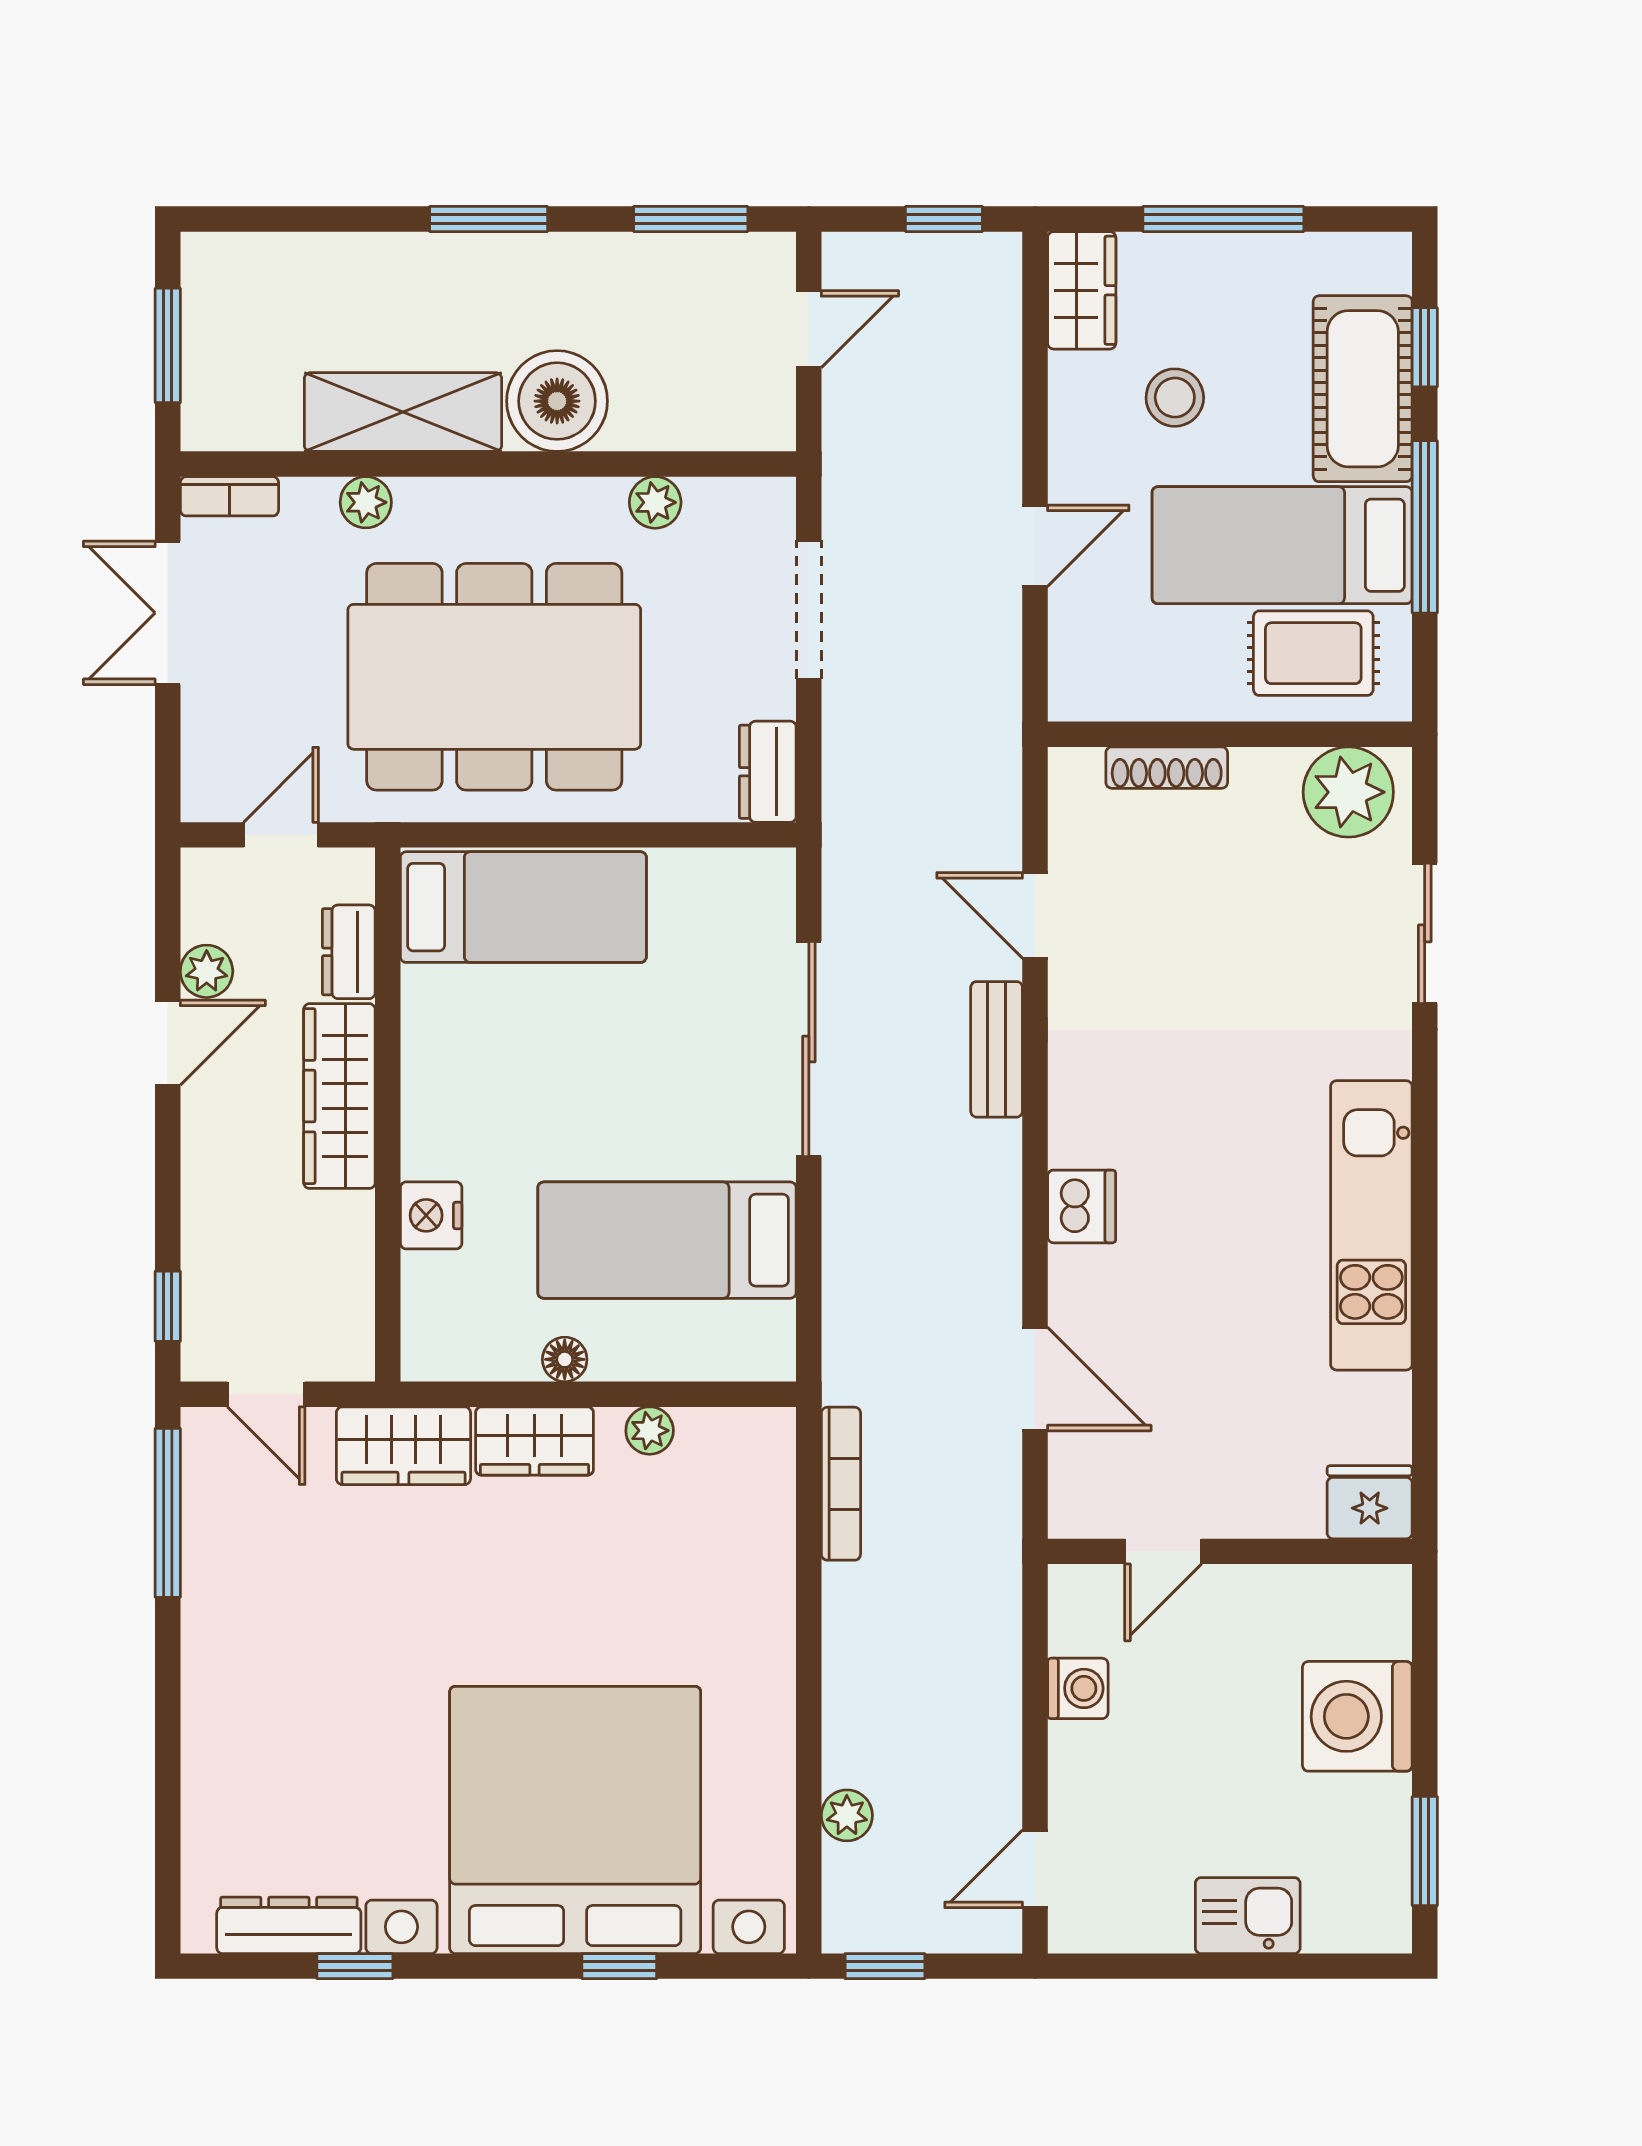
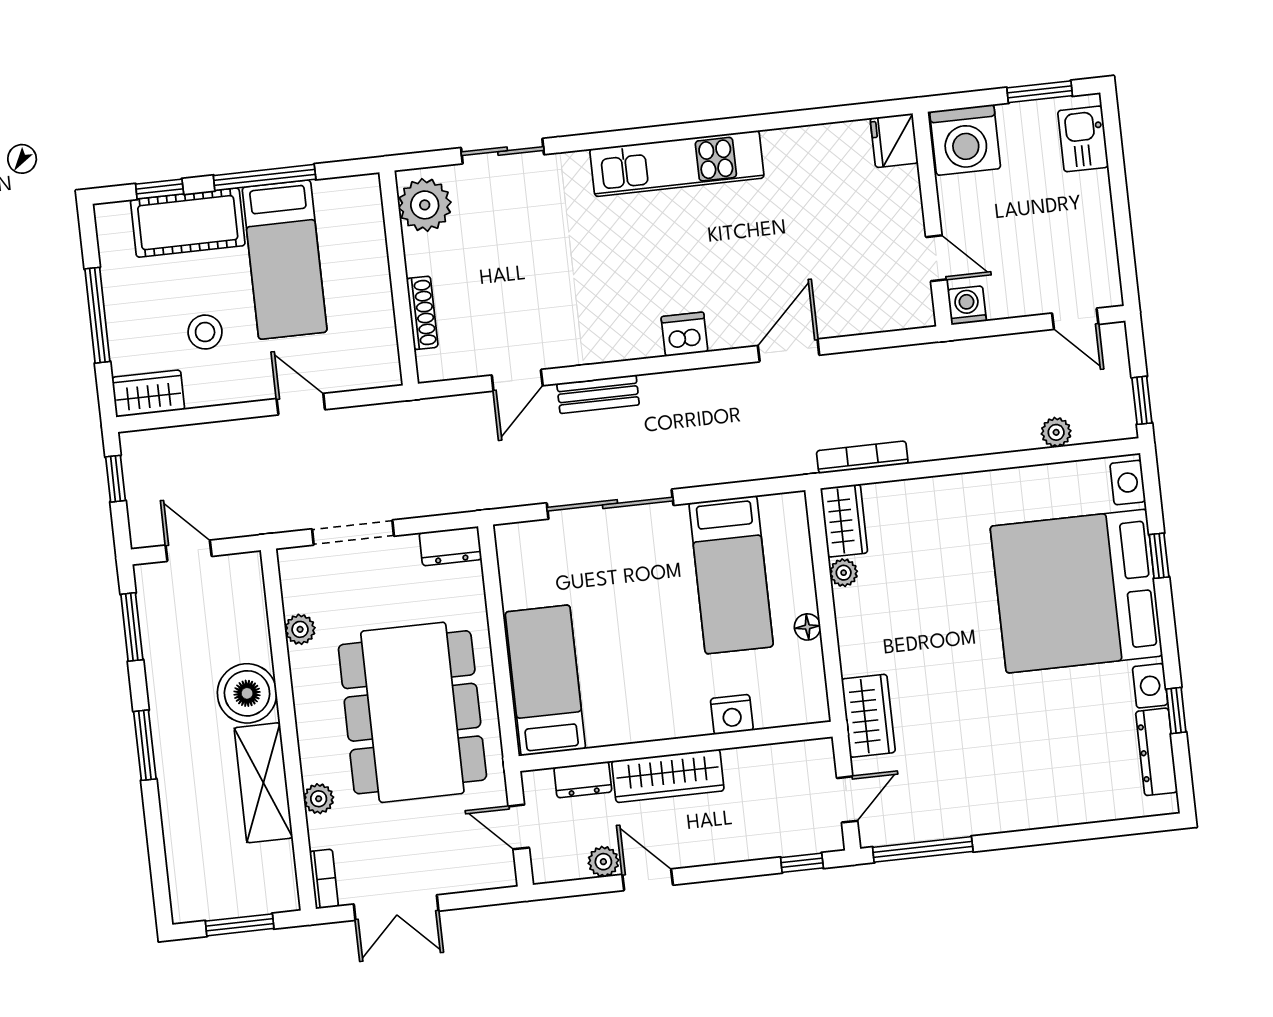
rug: (1313, 653) -> (346, 234), removed
wardrobe: (534, 1441) -> (844, 521), moved
fridge: (1370, 1502) -> (894, 141), moved
door: (1163, 1551) -> (936, 258), moved
wall: (1230, 1551) -> (932, 219), moved
kitchen sink: (1248, 1916) -> (1083, 139), moved

